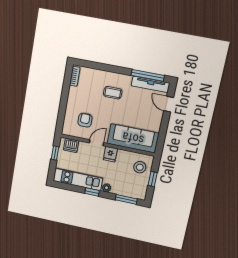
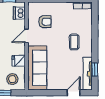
window: (148, 75) -> (95, 70), width x0.46
door: (97, 143) -> (27, 36), swing flipped
fridge: (110, 154) -> (19, 61), moved

